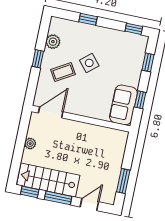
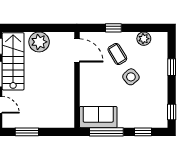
window: (38, 59) -> (113, 28), moved
window: (140, 100) -> (106, 132), width x2.17
plant: (30, 144) -> (39, 42), width x1.88, depth x1.88

